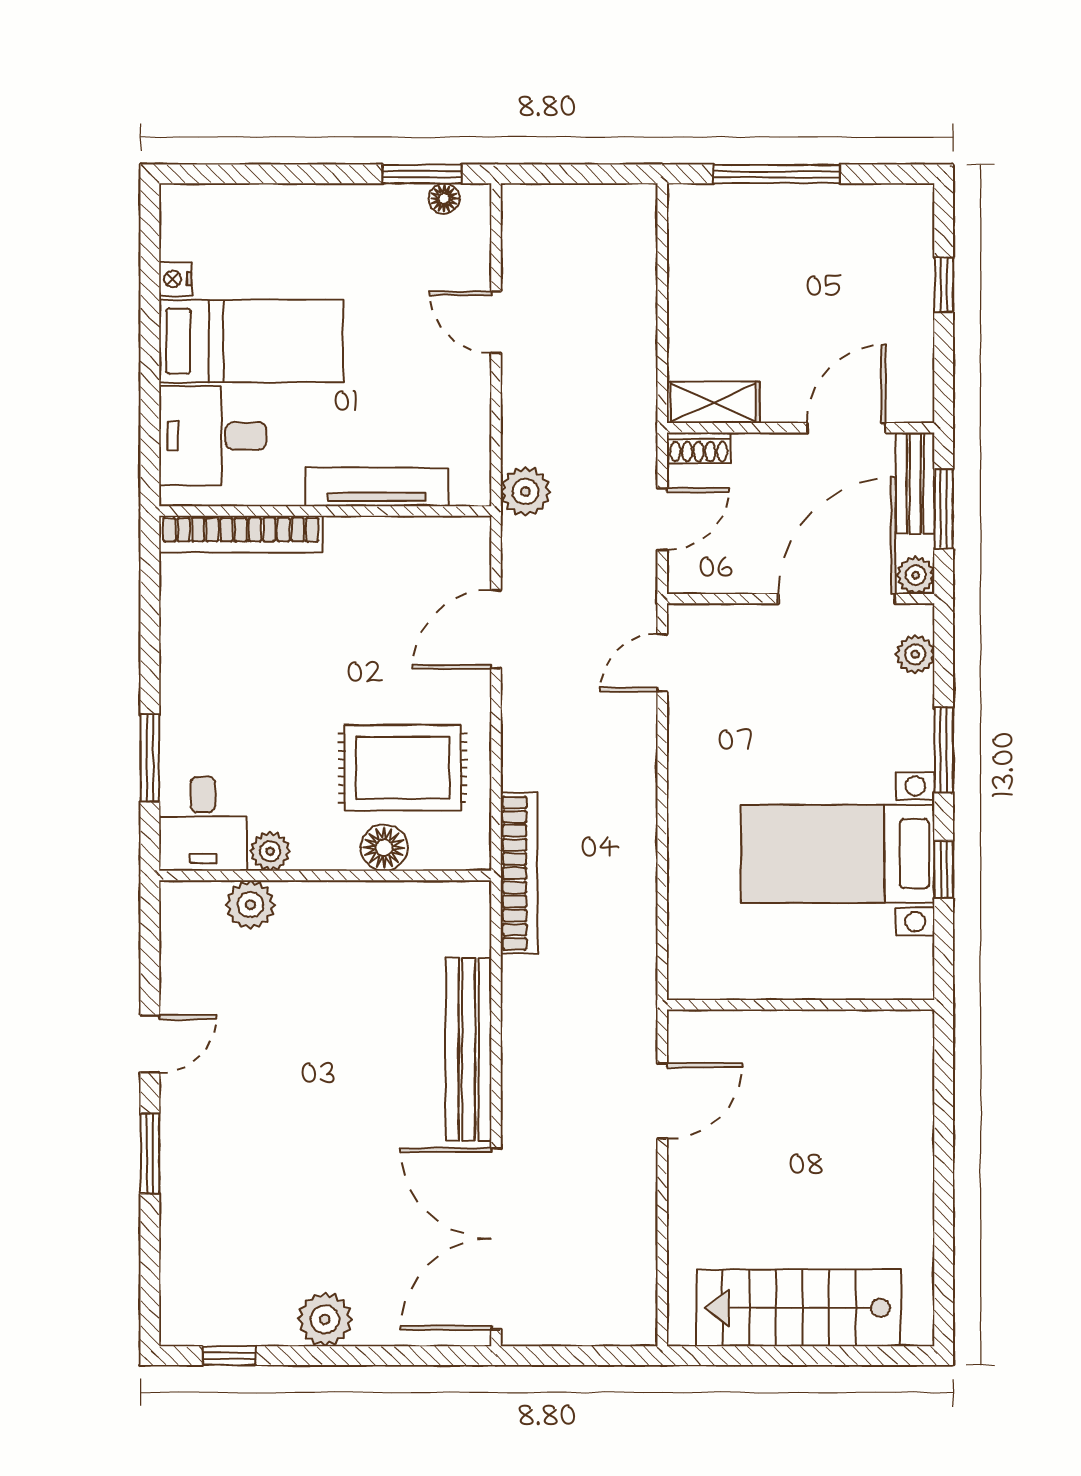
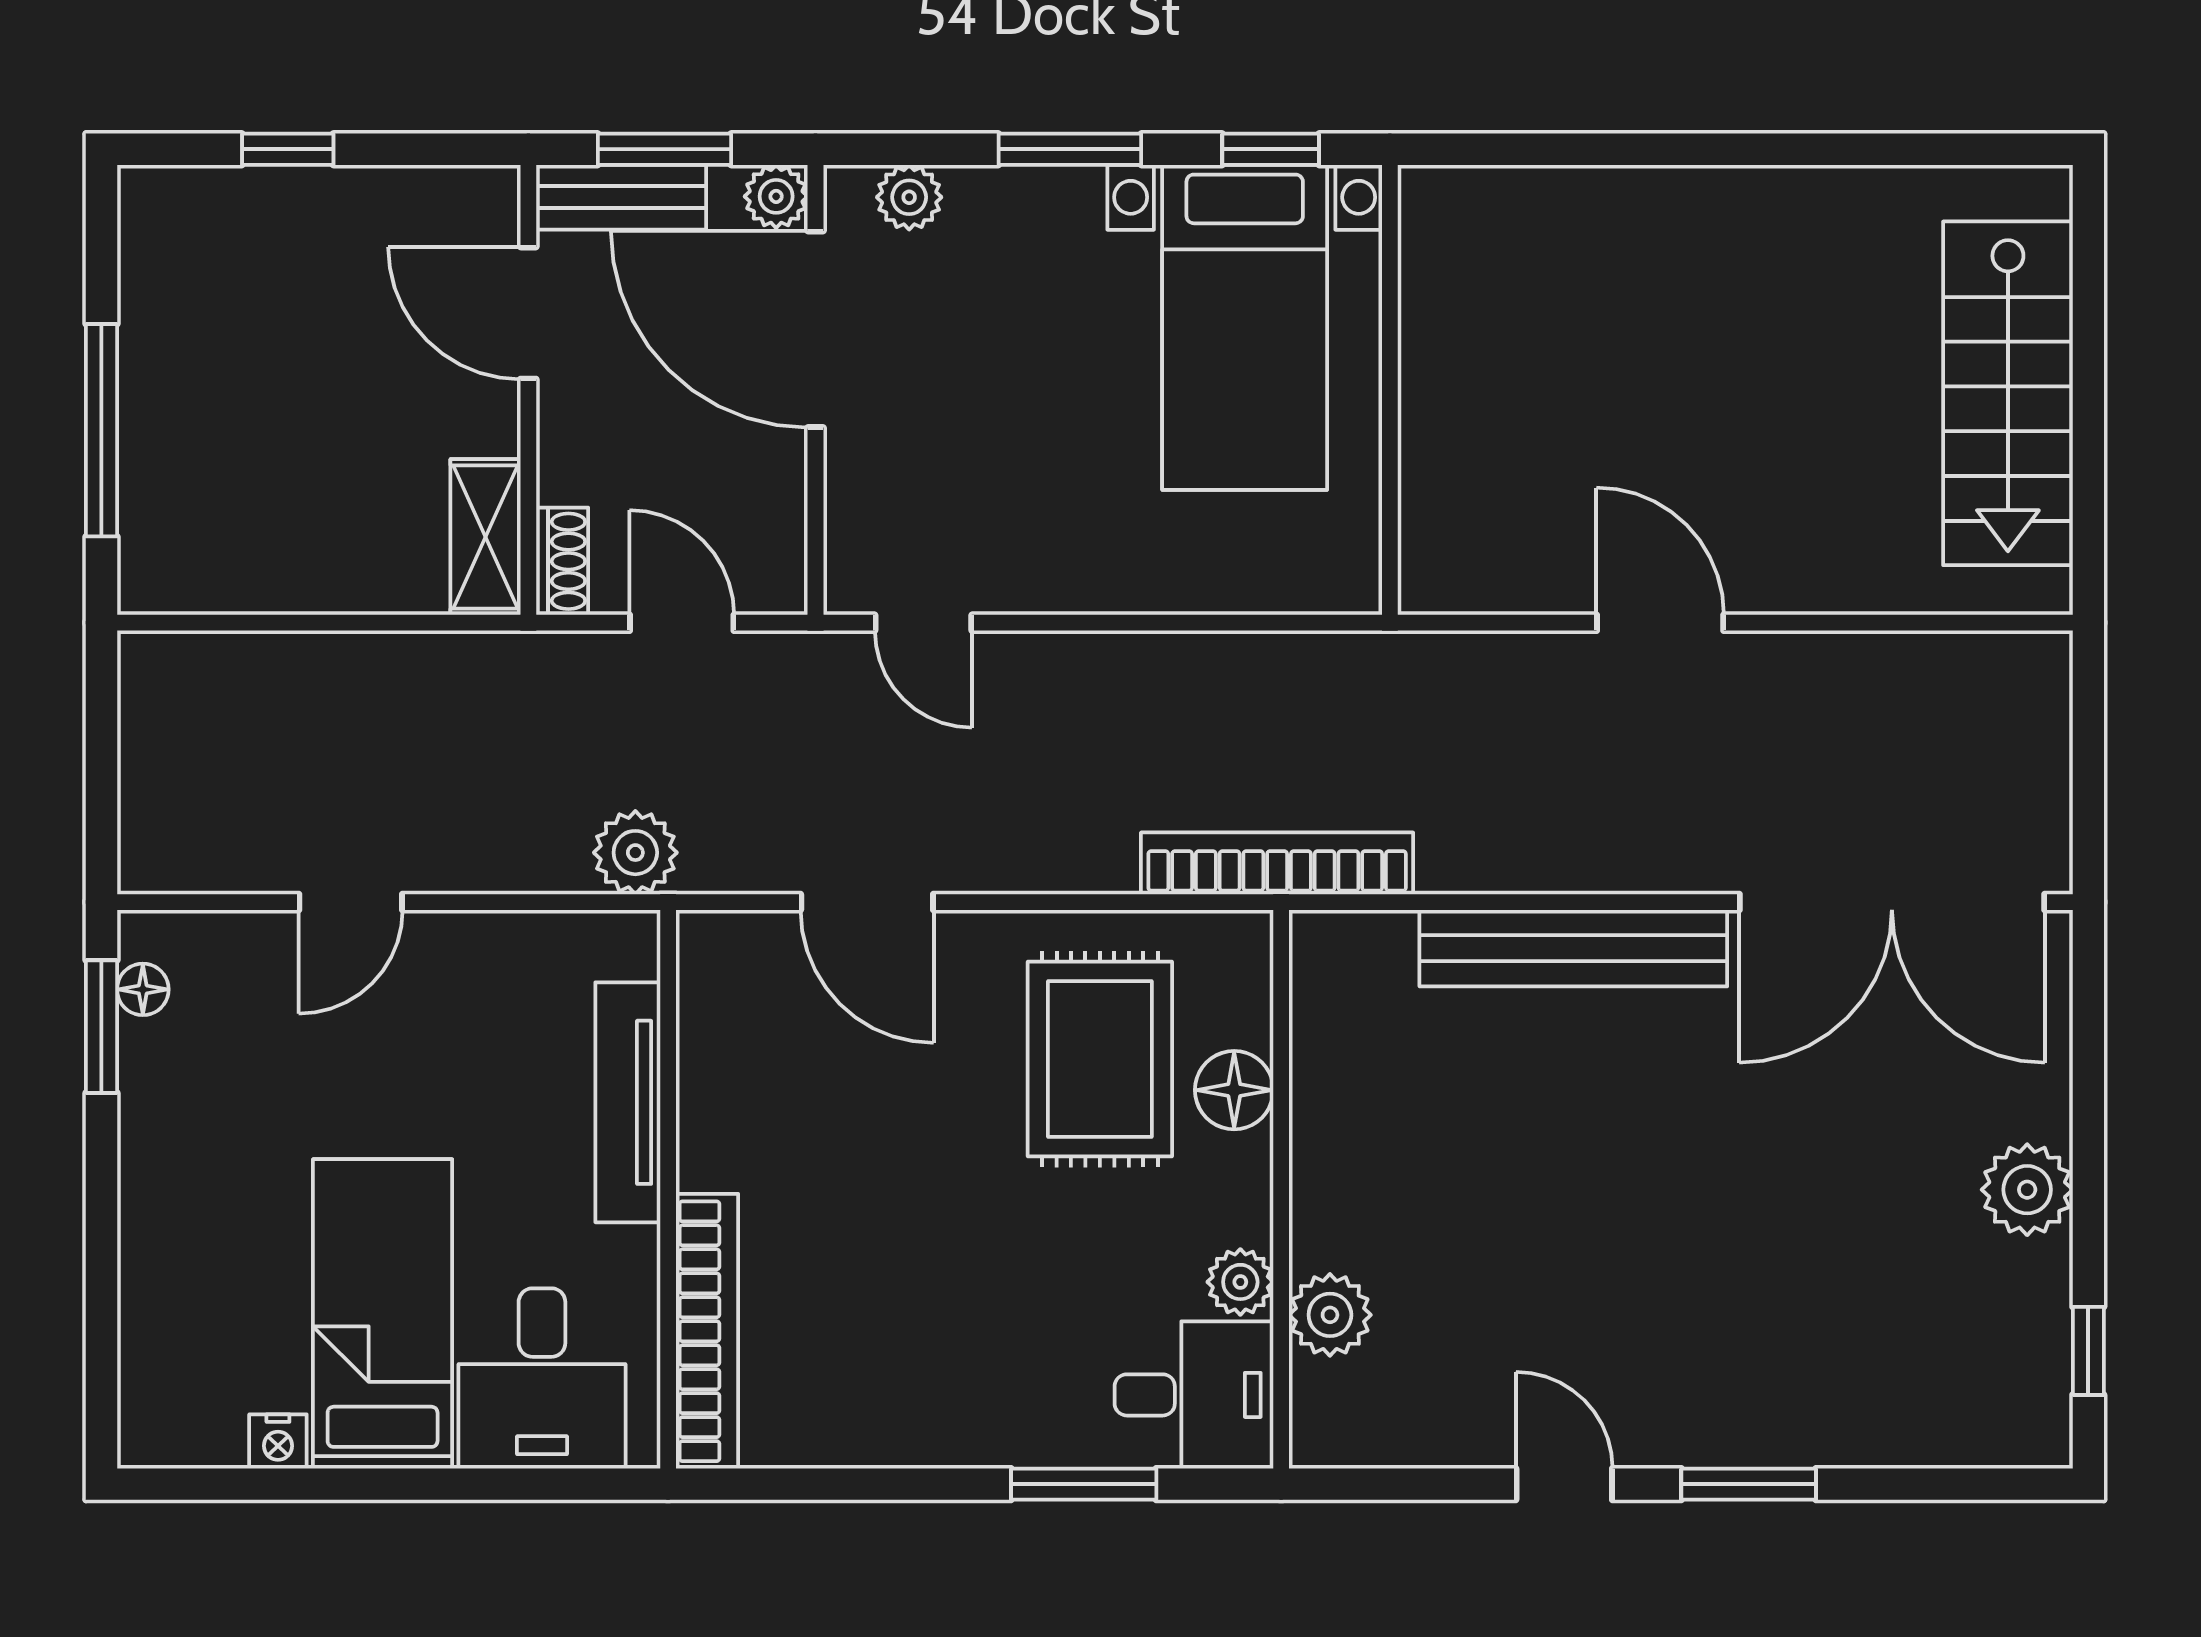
wall: (801, 1005) -> (1390, 390), moved

